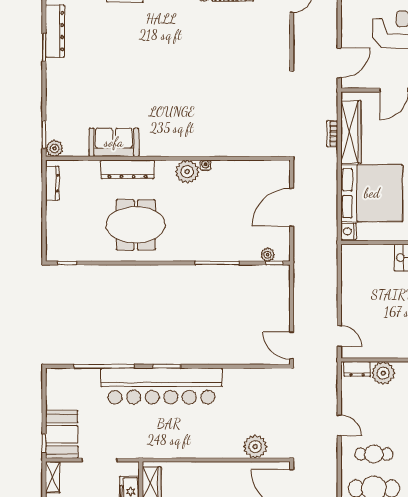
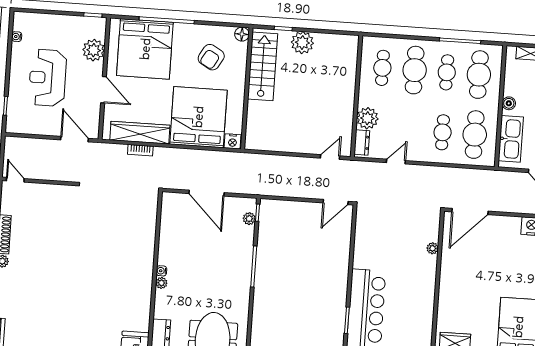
plant: (187, 172) -> (161, 283), width x0.53, depth x0.53
door: (339, 425) -> (396, 162), moved
plant: (255, 447) -> (433, 248), width x0.53, depth x0.53

